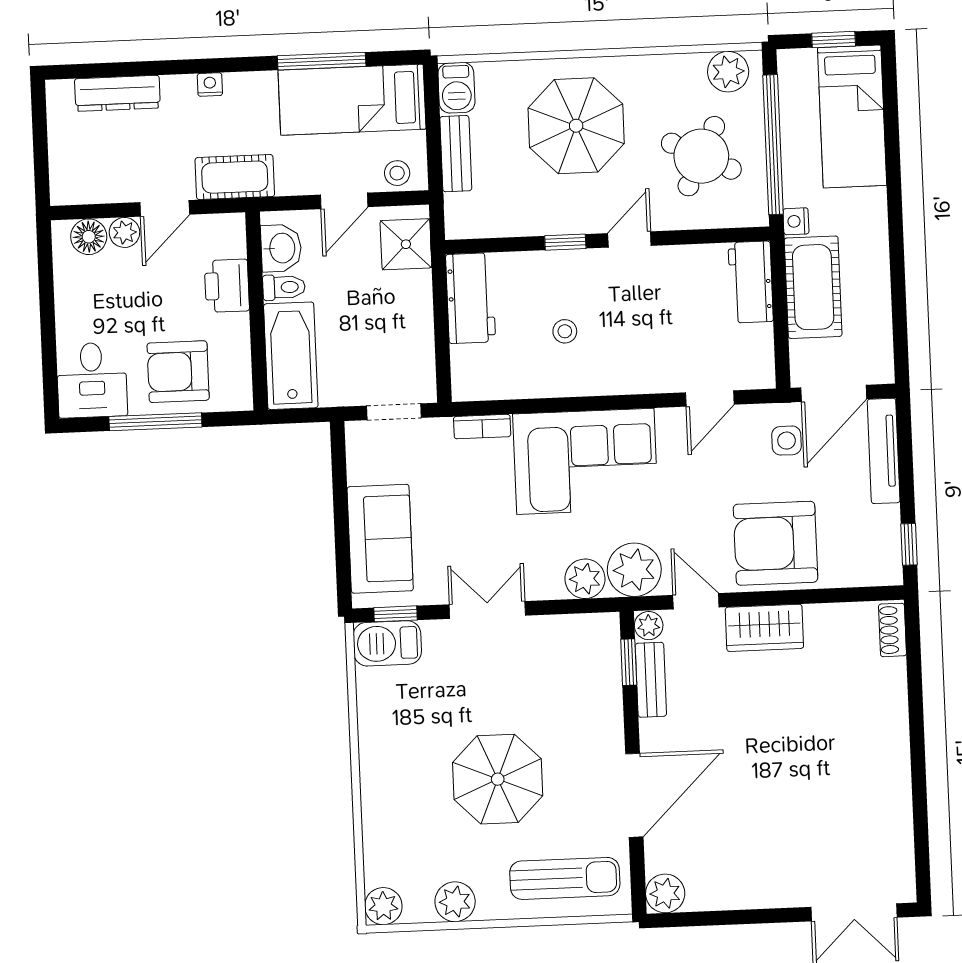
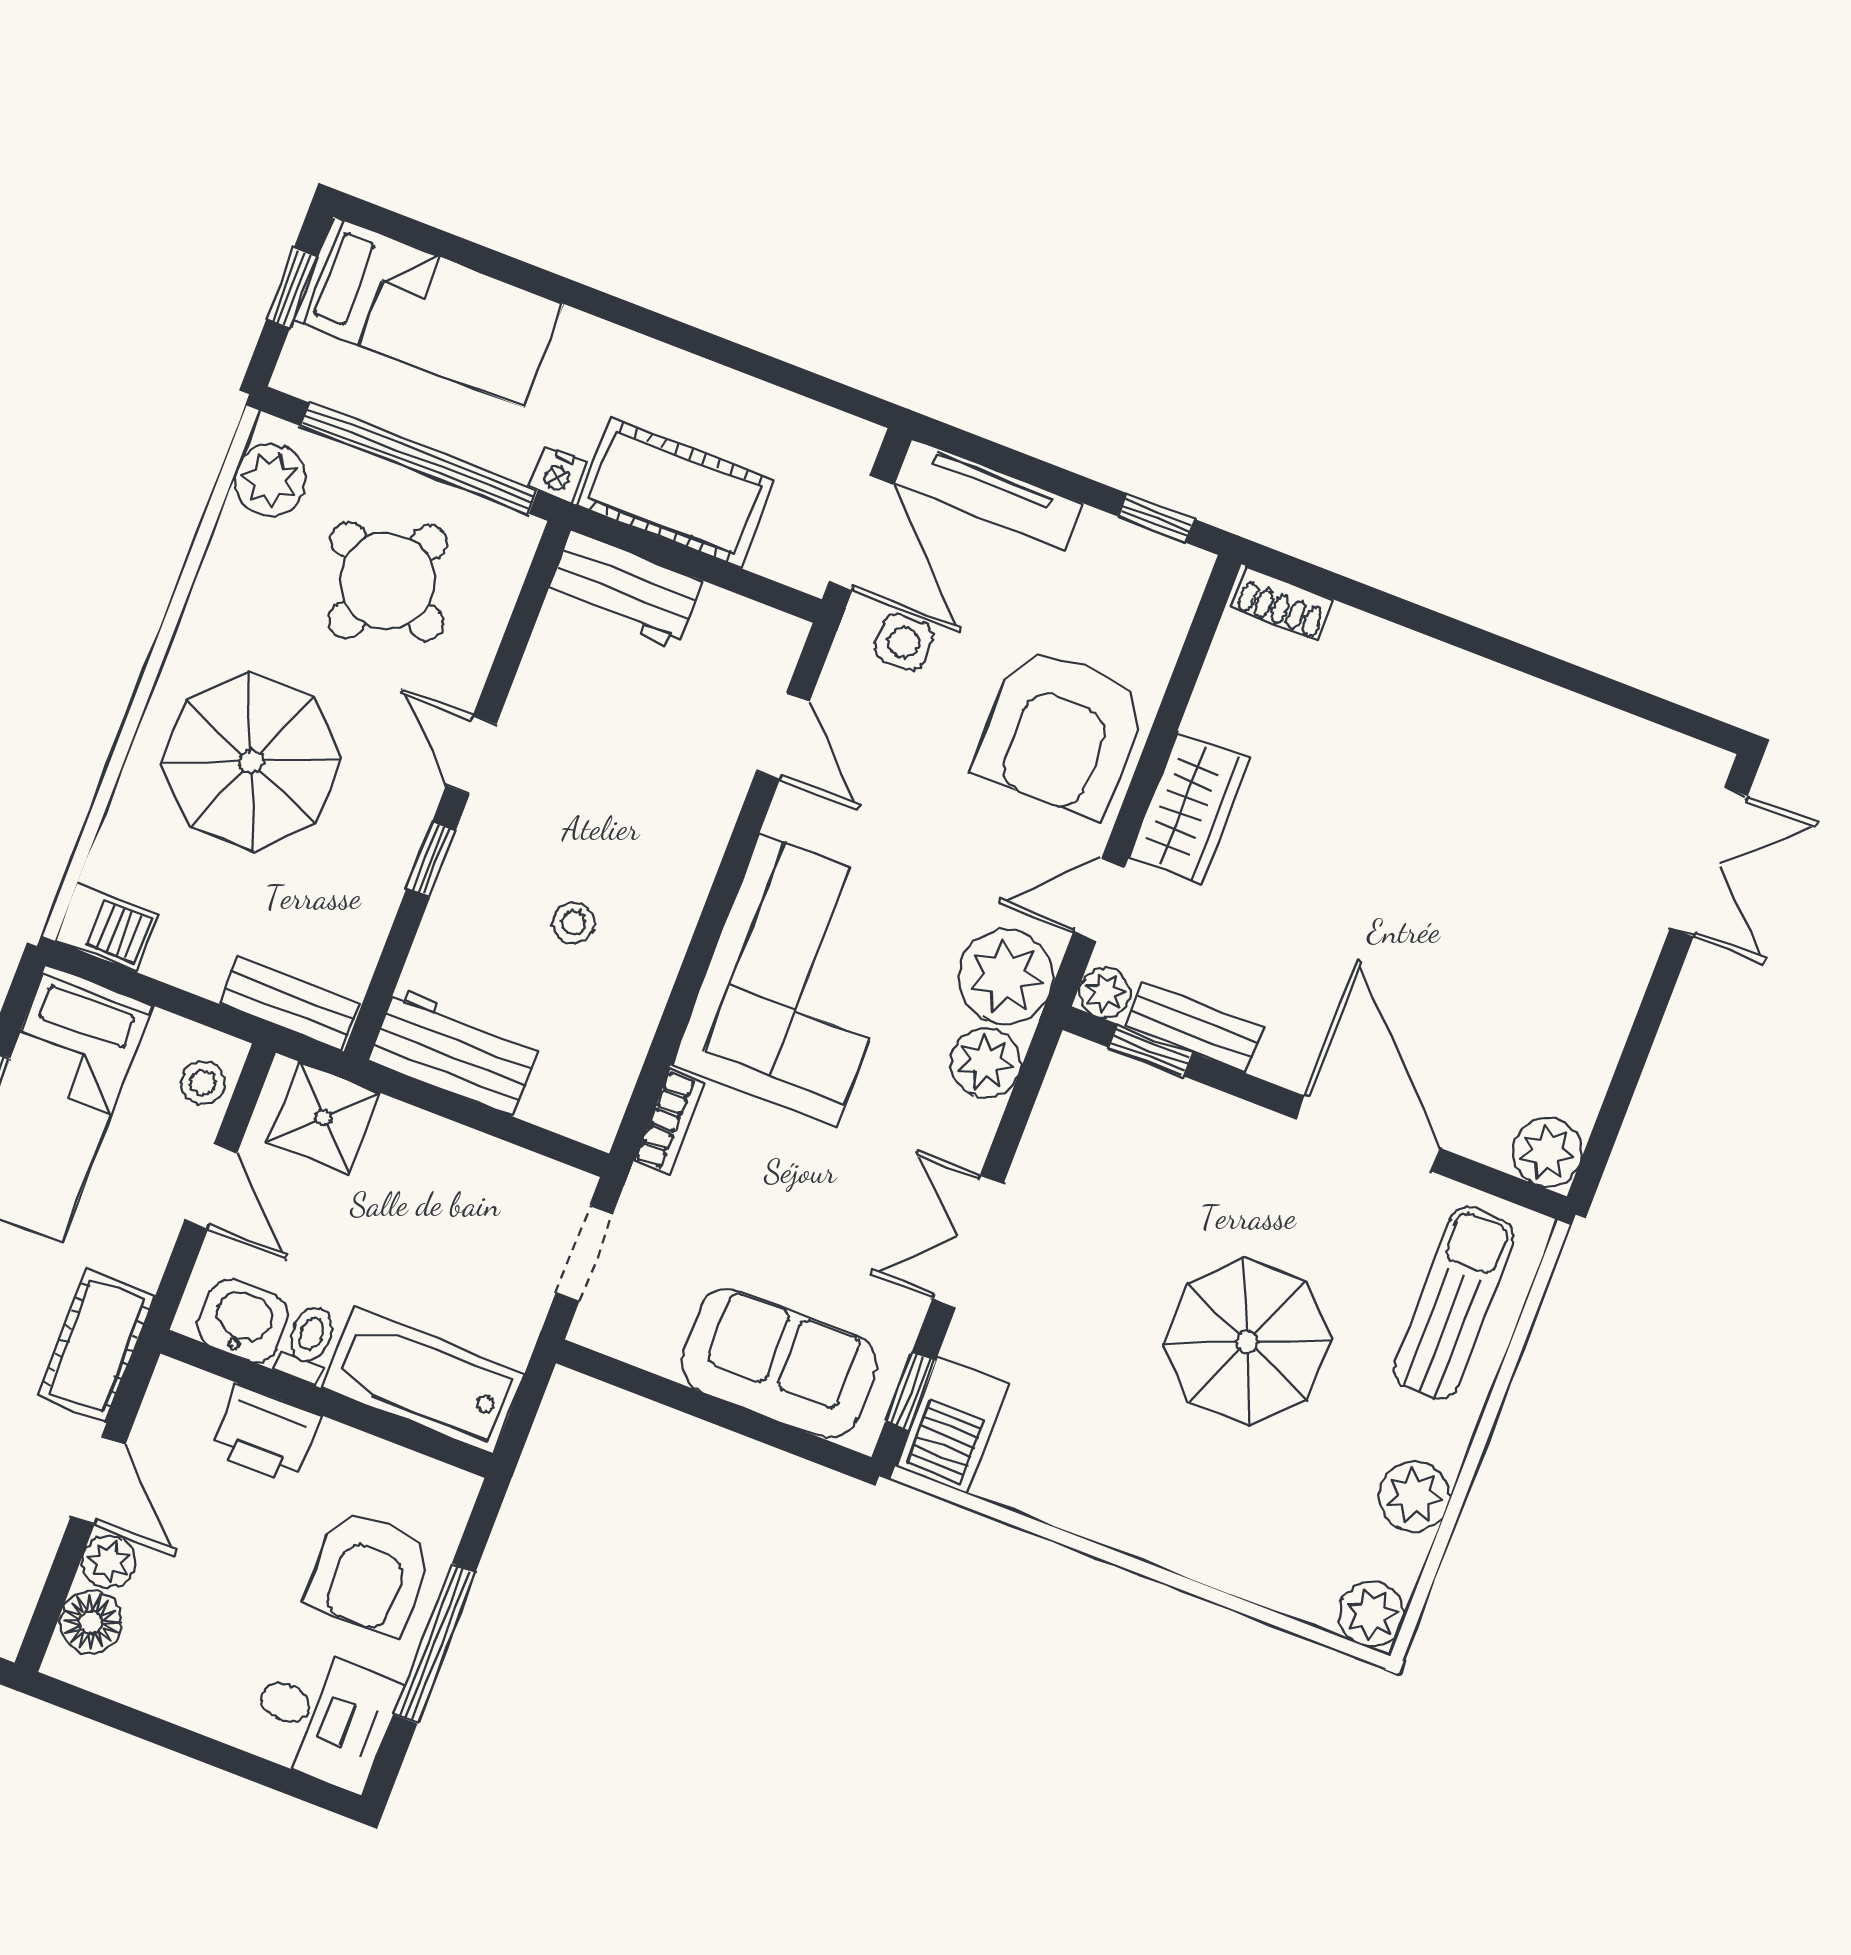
bench: (456, 154) -> (290, 1004), moved

